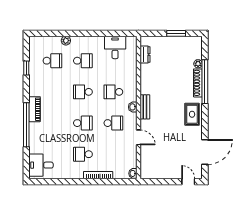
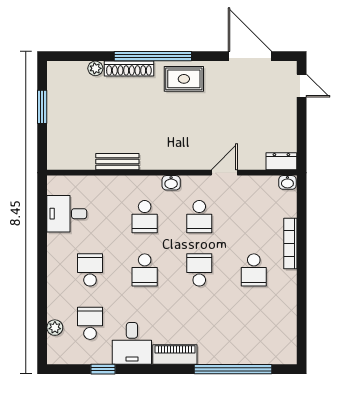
plant: (66, 41) -> (55, 328), moved
dresser: (145, 55) -> (281, 161), moved
window: (205, 82) -> (153, 56), moved
bench: (145, 107) -> (117, 162), moved
school desk: (113, 123) -> (199, 217), turned 180
window: (26, 125) -> (233, 369), moved
desk: (41, 165) -> (132, 343), moved
door: (188, 182) -> (302, 86), swing flipped

